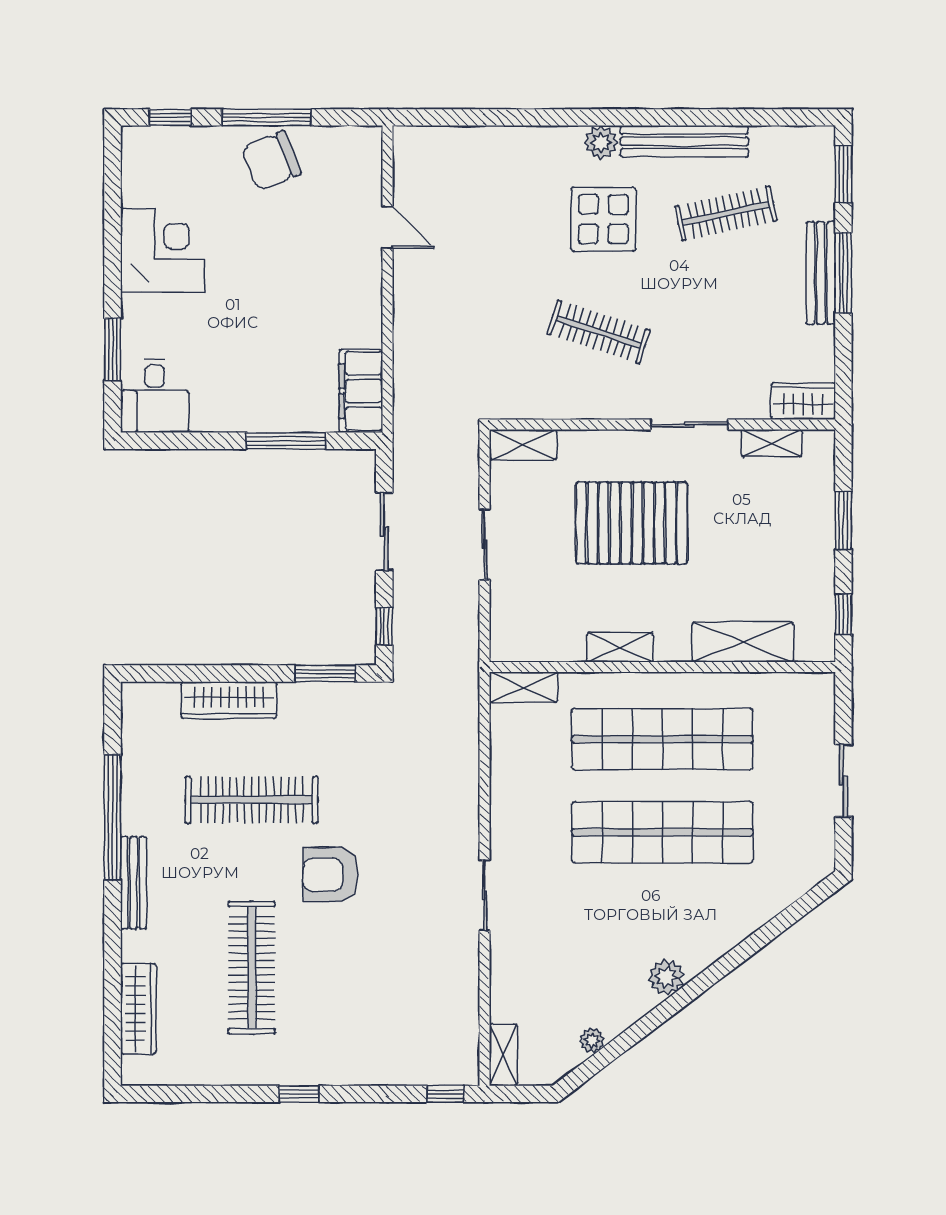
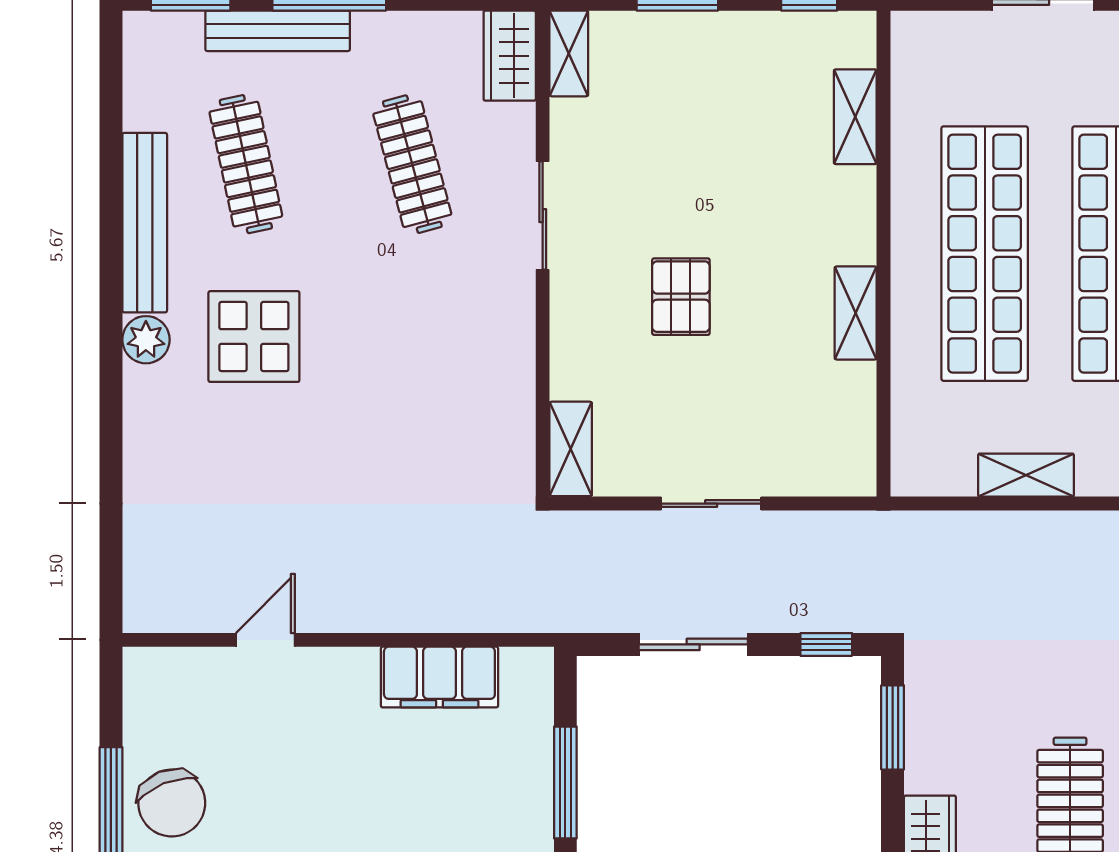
bench: (821, 273) -> (278, 31), moved
clothes rail: (599, 332) -> (412, 164), moved, turned -33
filing cabinet: (361, 391) -> (439, 677), moved
shelving: (772, 443) -> (569, 53), moved
pallet: (632, 523) -> (681, 297), width x0.49, depth x0.50
shelving: (743, 642) -> (855, 117), width x0.67, depth x0.75
shelving: (523, 687) -> (1026, 475), moved, turned 90

